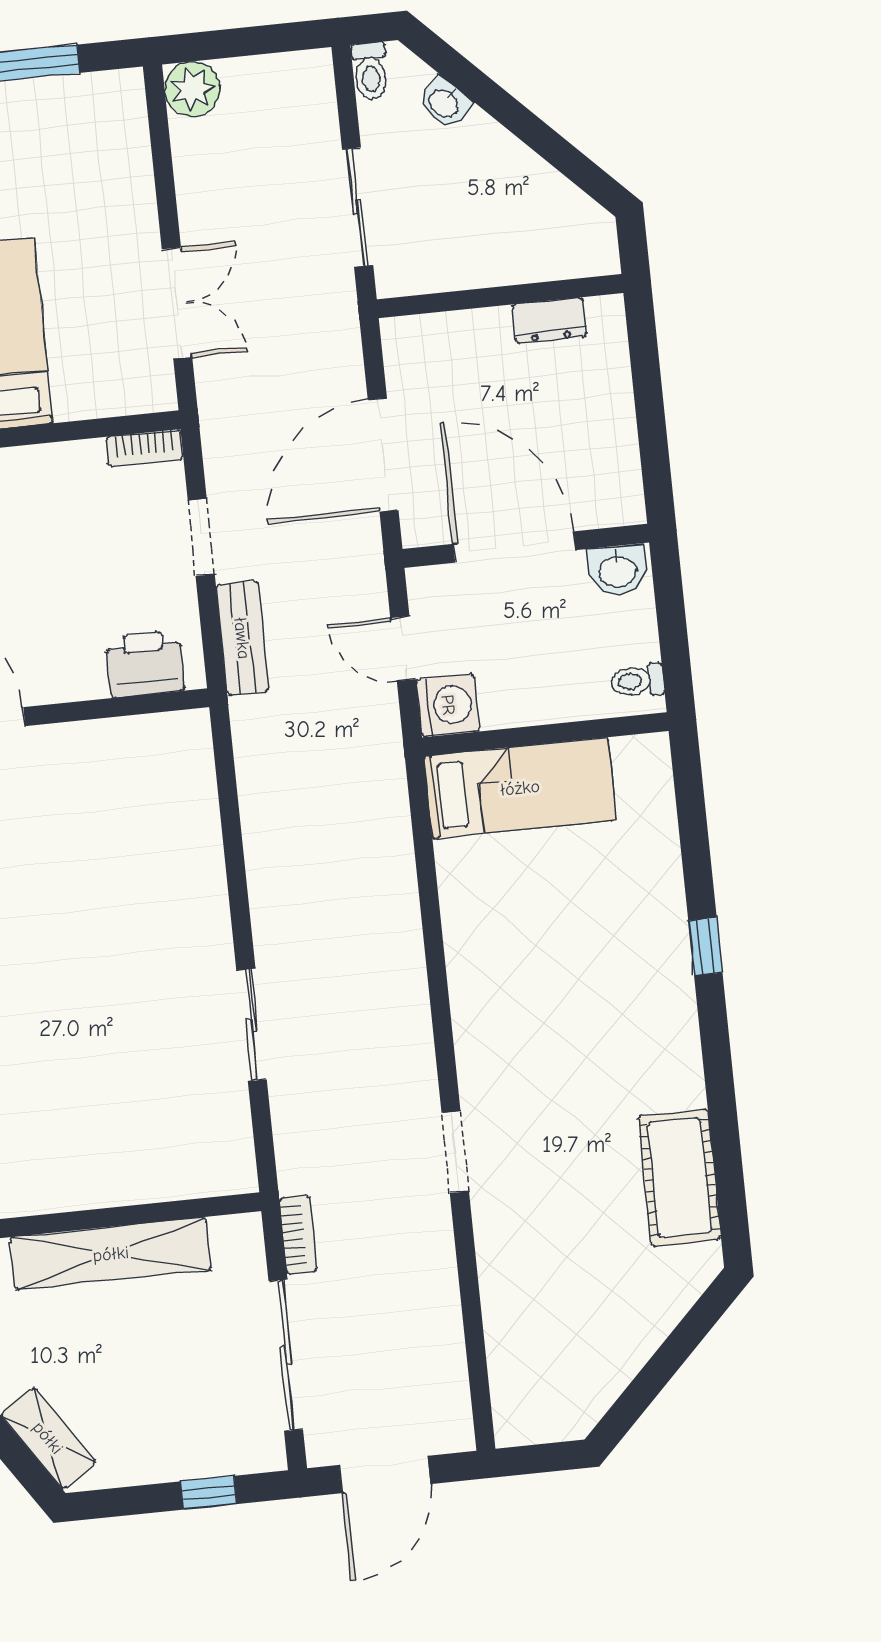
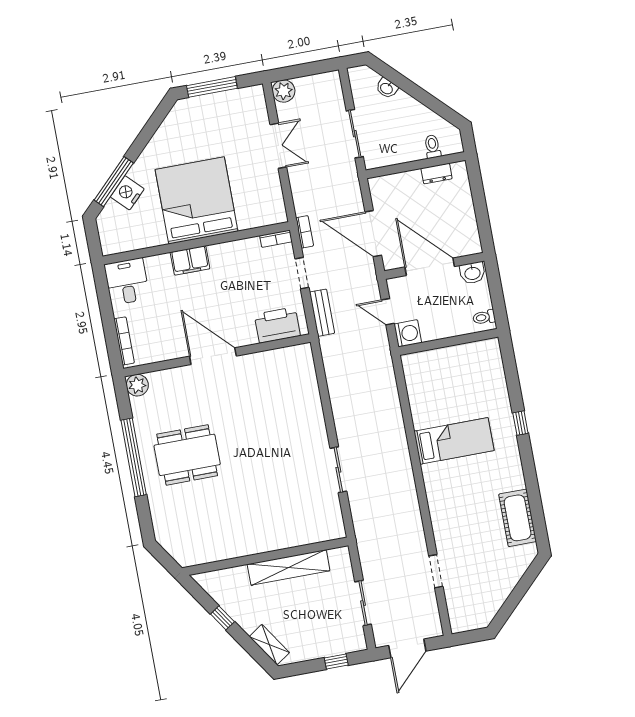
toilet: (370, 71) -> (432, 147), moved, turned 180
double door: (177, 303) -> (278, 146), moved
door: (383, 455) -> (373, 234), hinge flipped
printer: (145, 664) -> (277, 325), width x1.37, depth x1.19
bed: (520, 788) -> (454, 441), moved
doorway: (455, 1152) -> (436, 571), moved
bookcase: (298, 1235) -> (305, 232), moved
sliding door: (286, 1355) -> (363, 603), width x0.73

